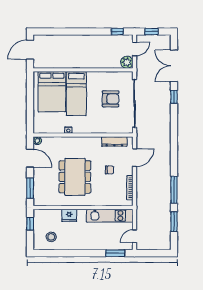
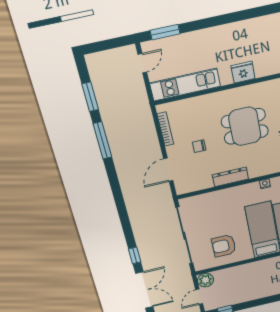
armchair: (111, 99) -> (224, 246), moved
dresser: (114, 142) -> (230, 177), moved
dining table: (75, 177) -> (245, 126), width x0.73
stool: (51, 237) -> (263, 36), removed

